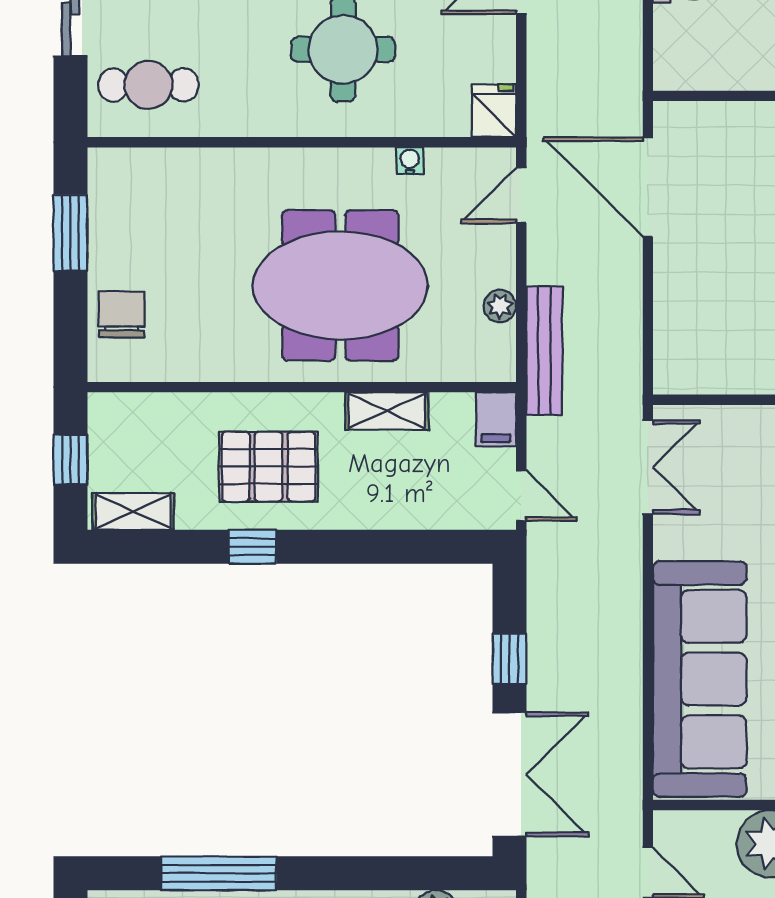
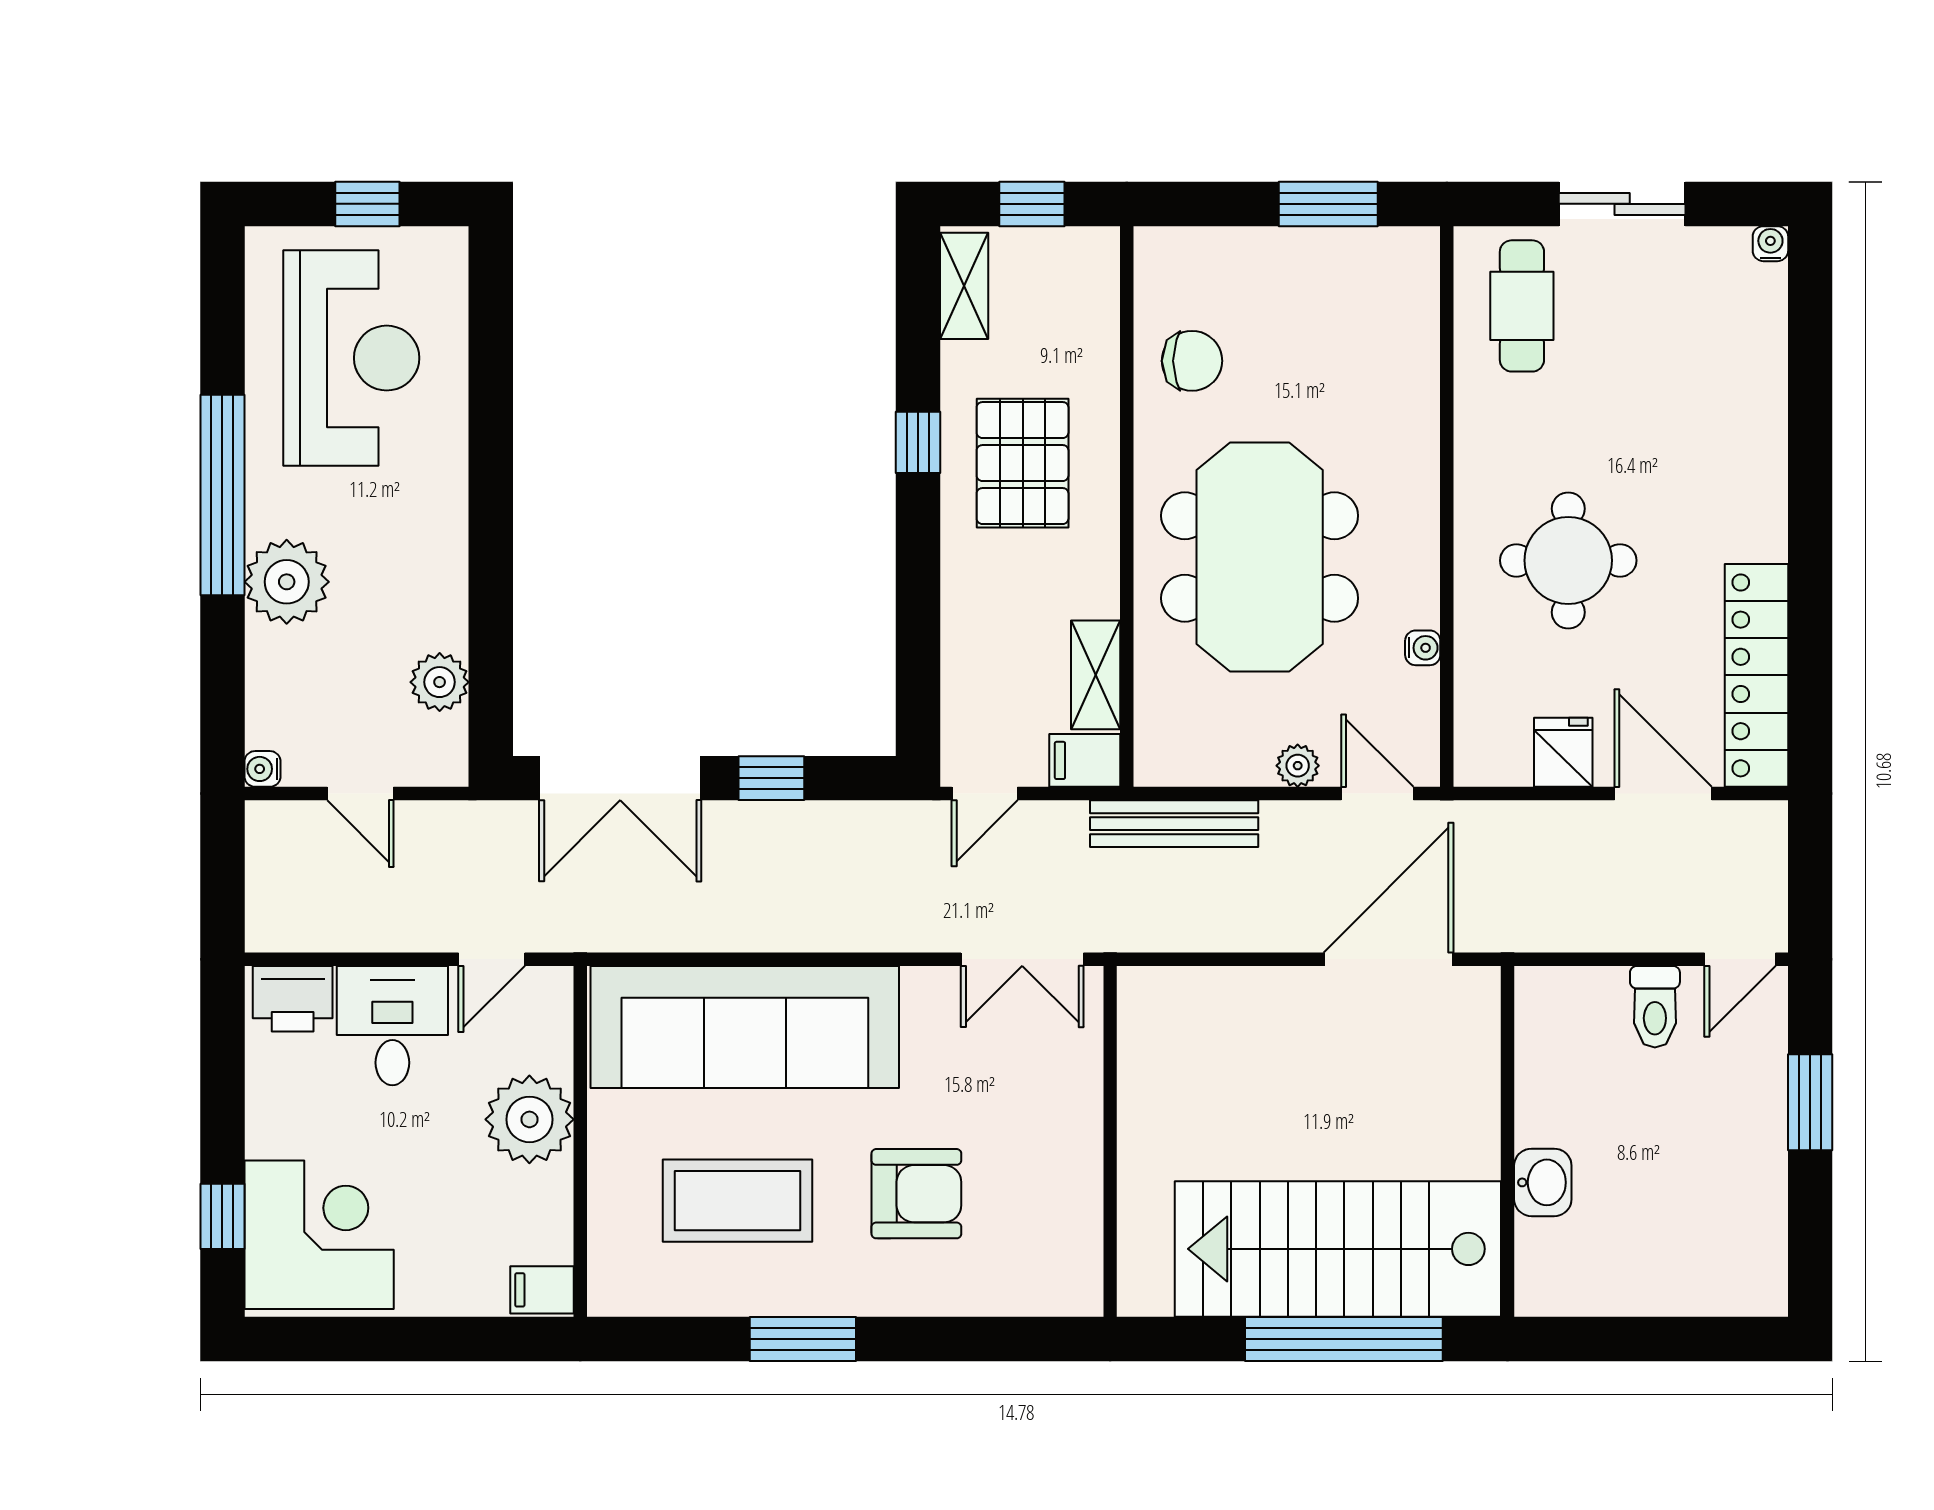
fridge: (494, 111) -> (1563, 752), moved, turned -90
plant: (500, 306) -> (1298, 766), moved
chair: (122, 314) -> (1192, 361), moved
shelving: (387, 411) -> (1096, 675), moved
window: (219, 873) -> (491, 398), removed

